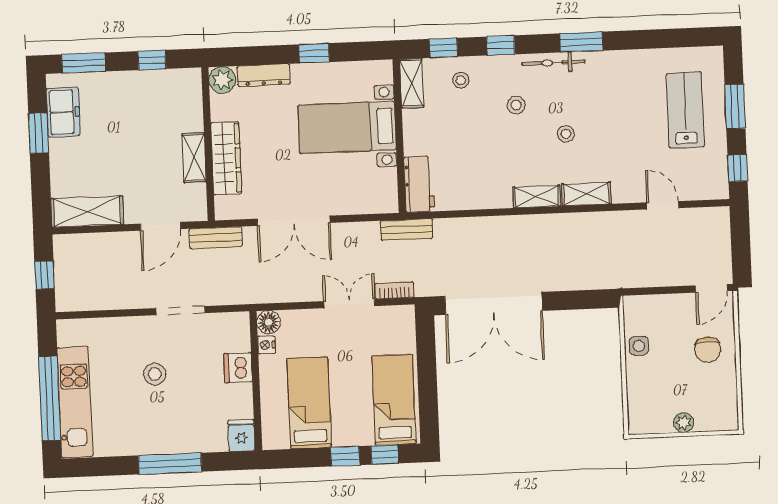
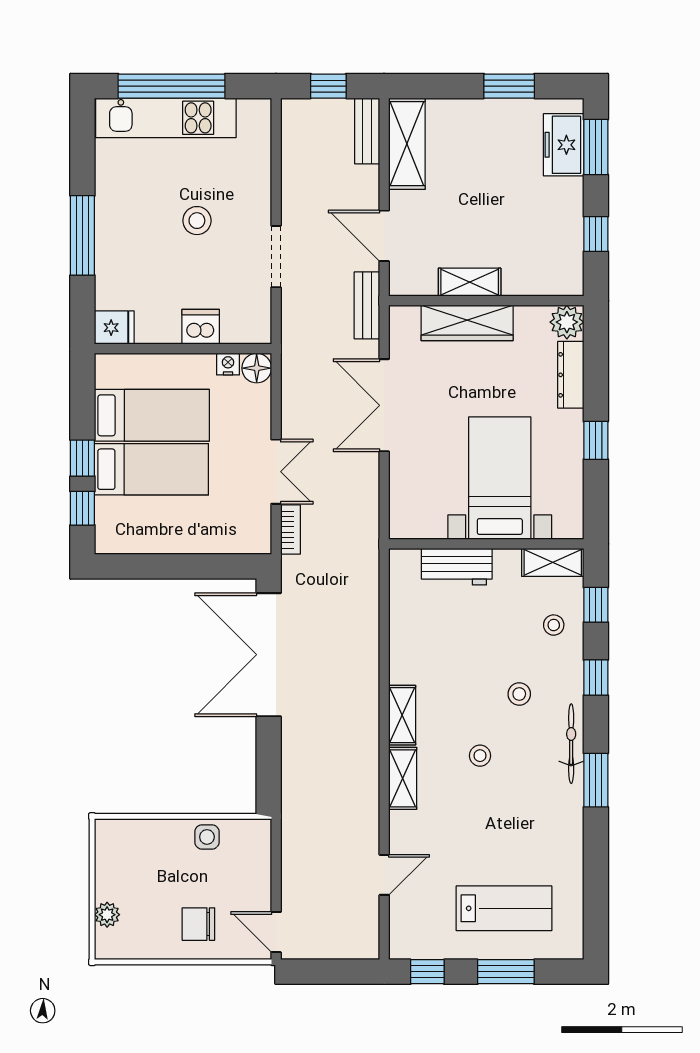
freezer: (63, 112) -> (564, 145), moved, turned 90
workbench: (419, 184) -> (457, 567), moved
bench: (407, 229) -> (367, 131), moved
bed: (394, 400) -> (151, 469), moved
plant: (684, 423) -> (107, 915), moved

